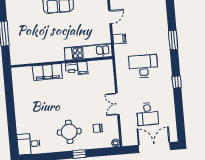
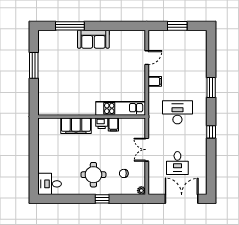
kitchen unit: (88, 52) -> (121, 108), moved
wall: (62, 62) -> (92, 117), moved
printer: (72, 68) -> (102, 123), moved
filing cabinet: (83, 68) -> (113, 125), moved
filing cabinet: (47, 72) -> (76, 126), moved

